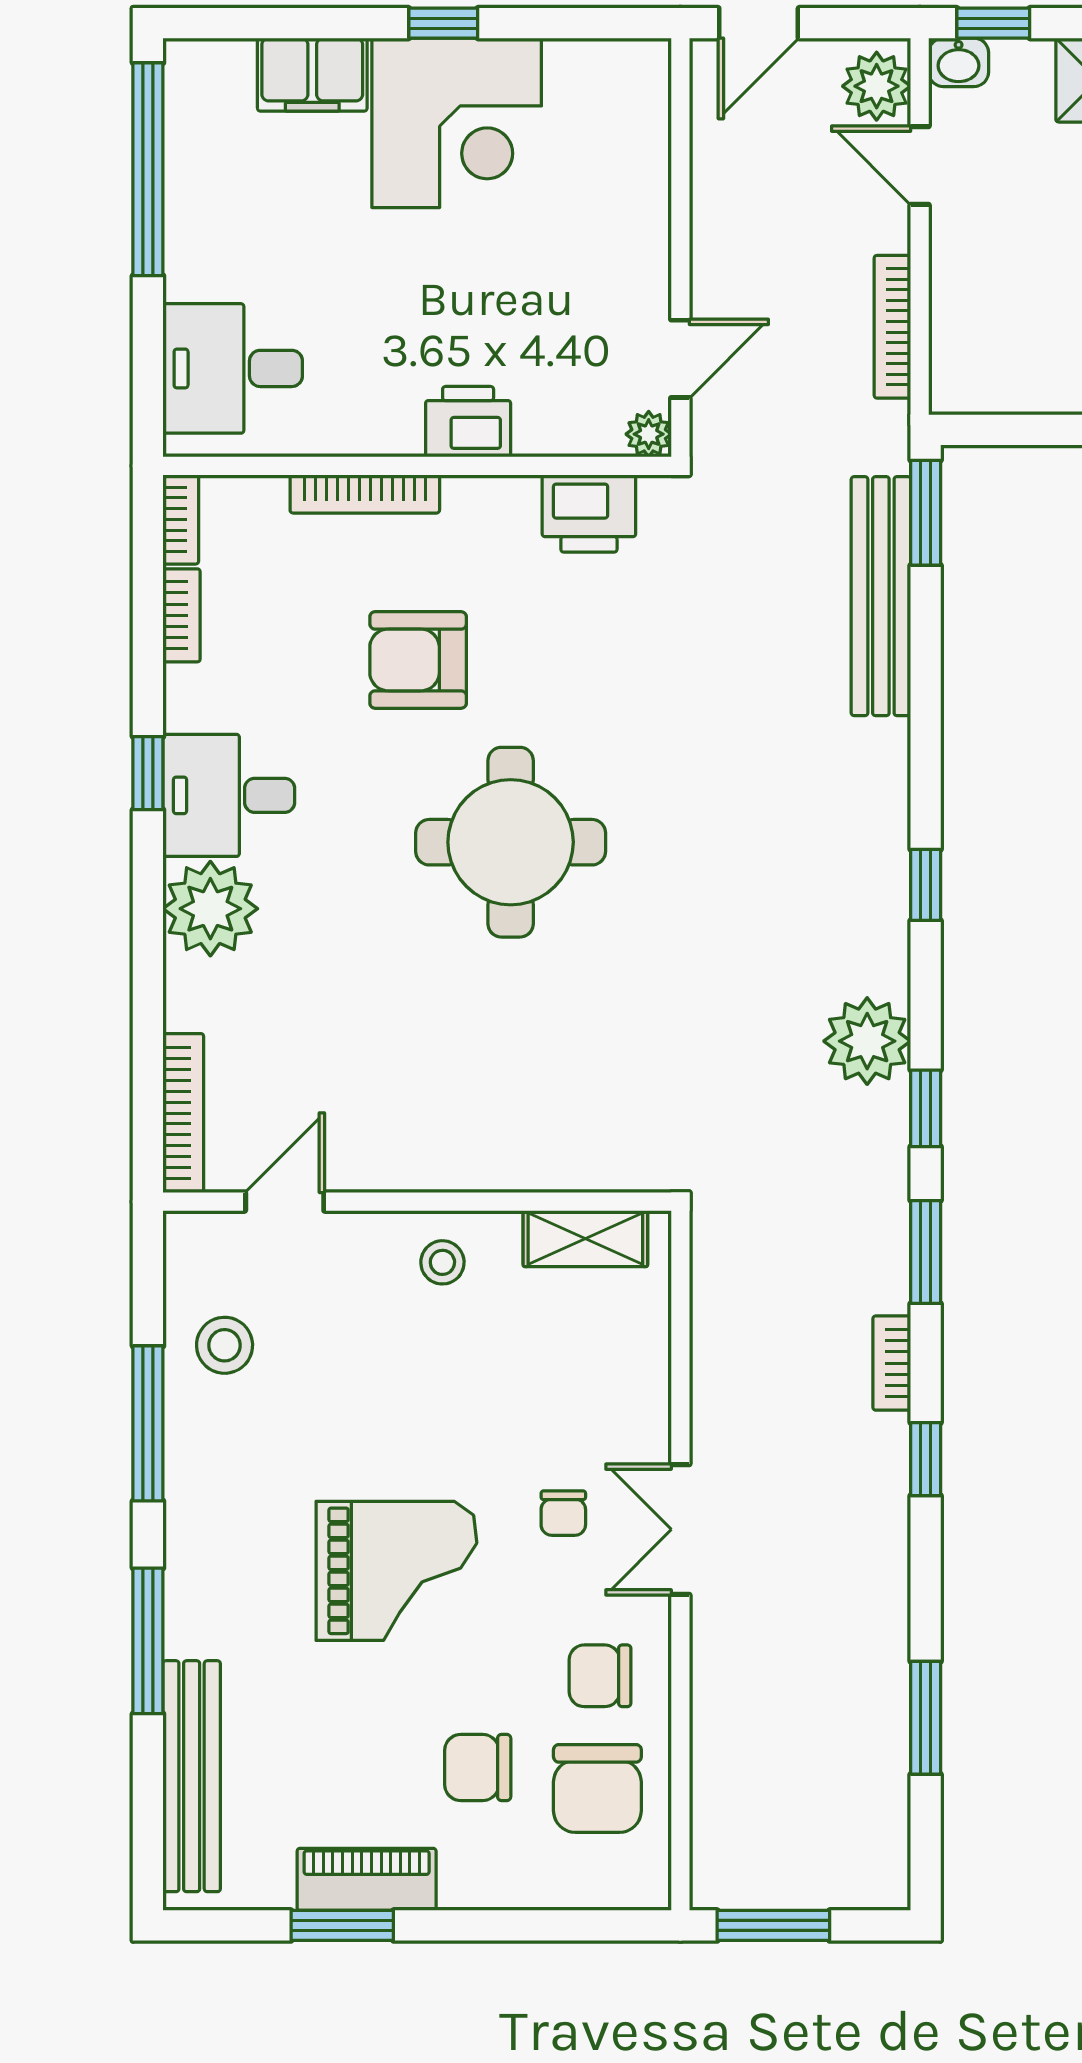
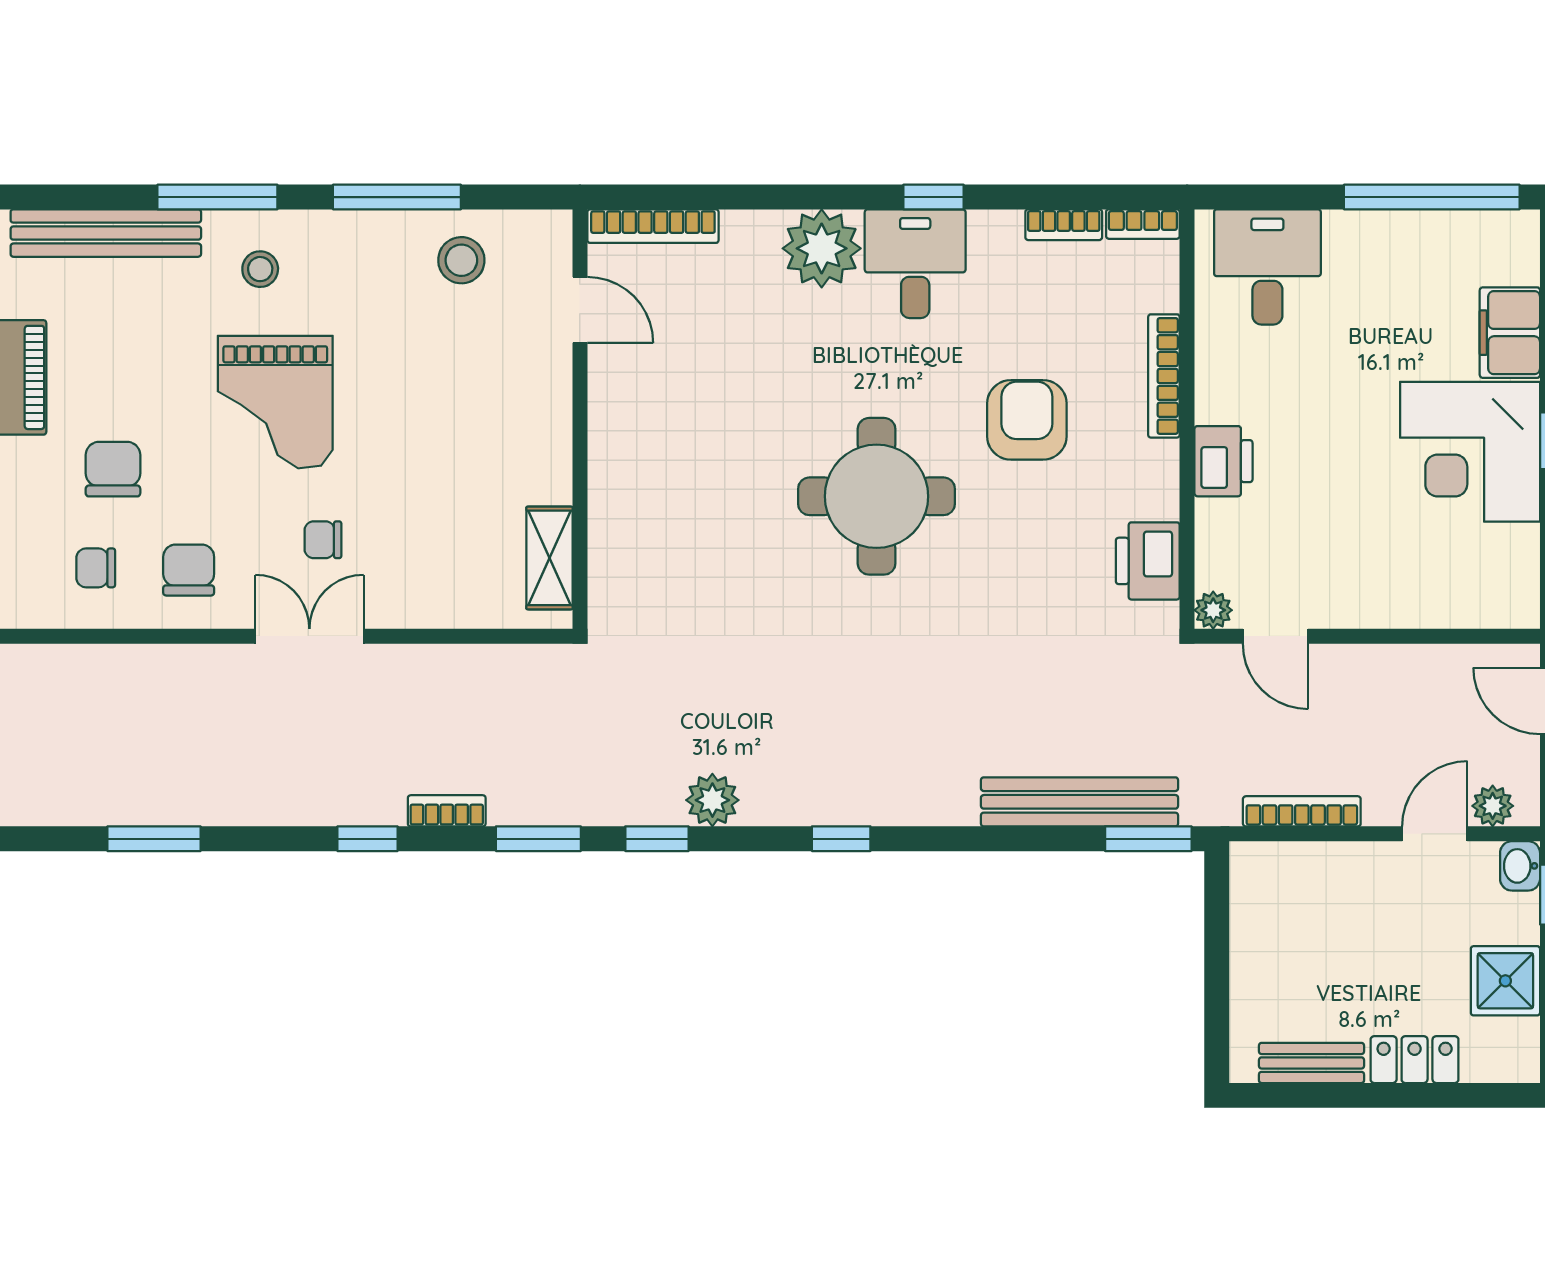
plant: (877, 86) -> (1493, 806), width x0.73, depth x0.73
plant: (867, 1041) -> (712, 800), width x0.73, depth x0.73
stool: (442, 1262) -> (260, 269), moved
chair: (597, 1788) -> (96, 568), width x0.54, depth x0.54

